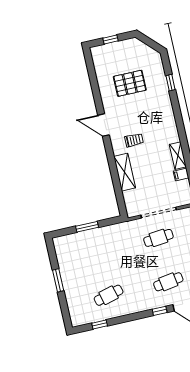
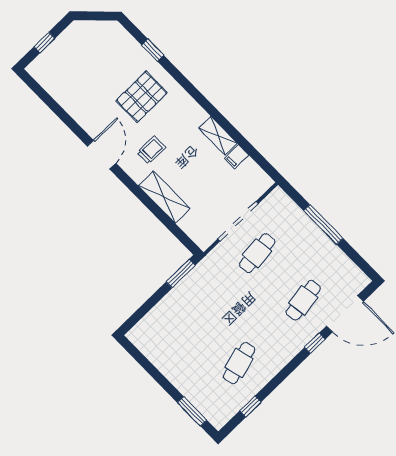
pallet: (130, 83) -> (142, 97), moved
door: (104, 125) -> (102, 155), swing flipped
window: (87, 227) -> (181, 274), moved
window: (58, 280) -> (192, 411), moved

